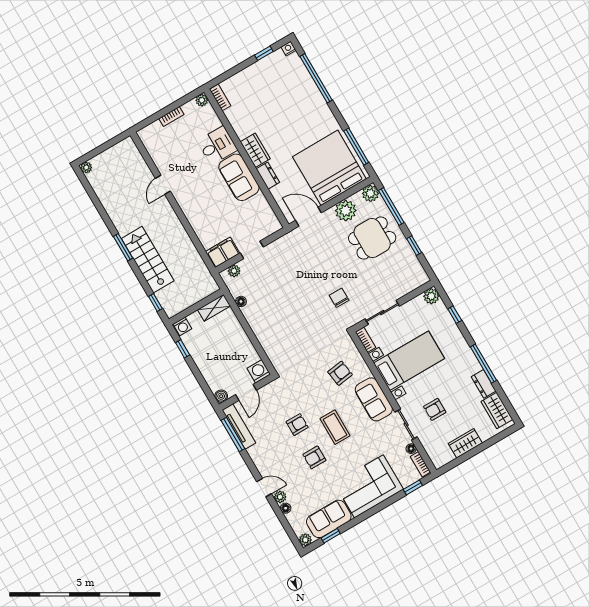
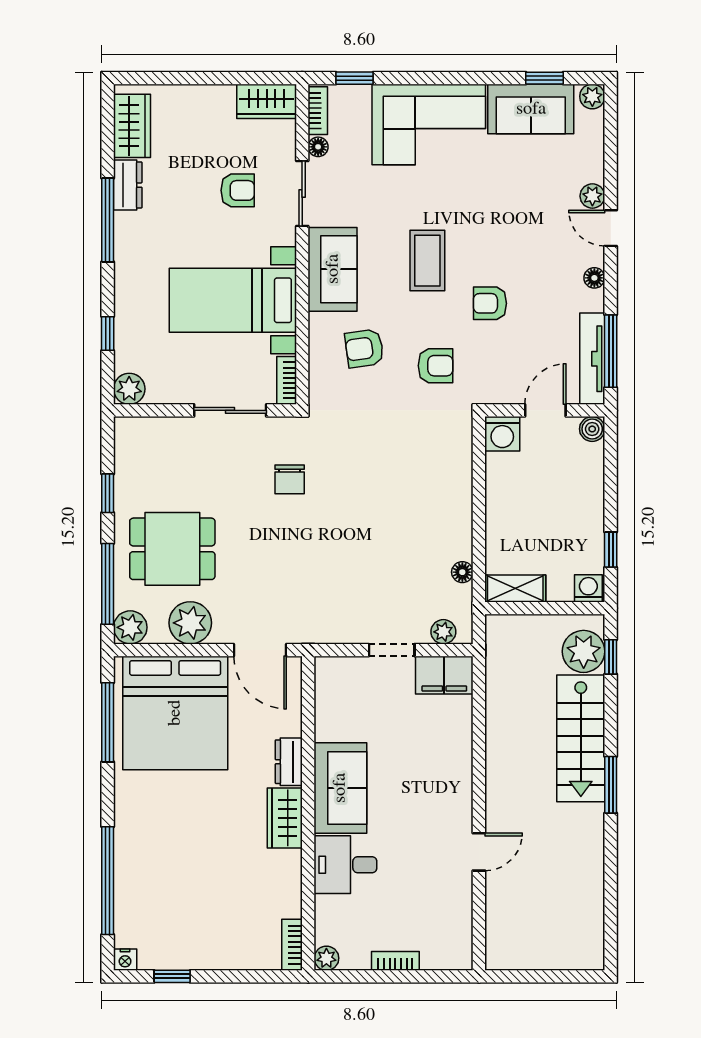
plant: (86, 167) -> (584, 651), moved, width x1.88, depth x1.88
wardrobe: (465, 443) -> (267, 101), moved
armchair: (314, 457) -> (436, 366), moved
floor lamp: (286, 508) -> (594, 278), moved

